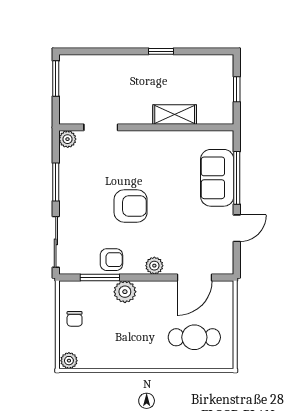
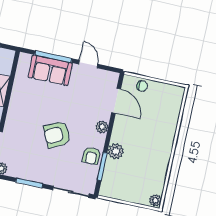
armchair: (131, 206) -> (57, 135), turned -116
armchair: (111, 260) -> (91, 156), turned 180
chair: (75, 319) -> (142, 86), moved
cafe table: (194, 337) -> (158, 110), removed

